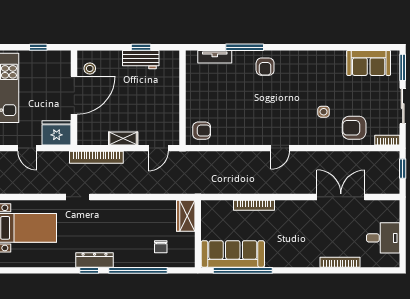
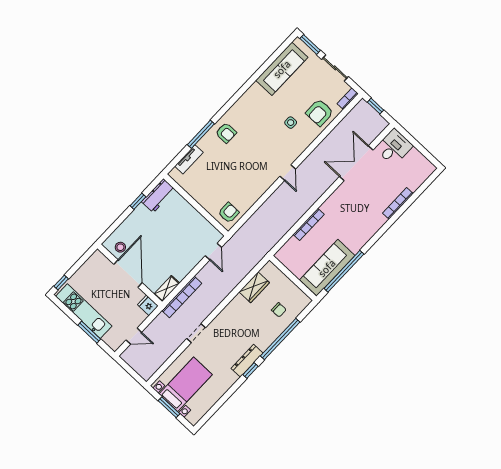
window: (38, 47) -> (61, 283), moved
workbench: (141, 60) -> (158, 196), moved
sofa: (369, 63) -> (282, 69), width x1.36
fridge: (57, 133) -> (148, 305), width x0.53, depth x0.75
shelving: (123, 138) -> (167, 289), moved
wardrobe: (186, 216) -> (254, 287), moved, turned -90
desk: (383, 238) -> (394, 147), moved

